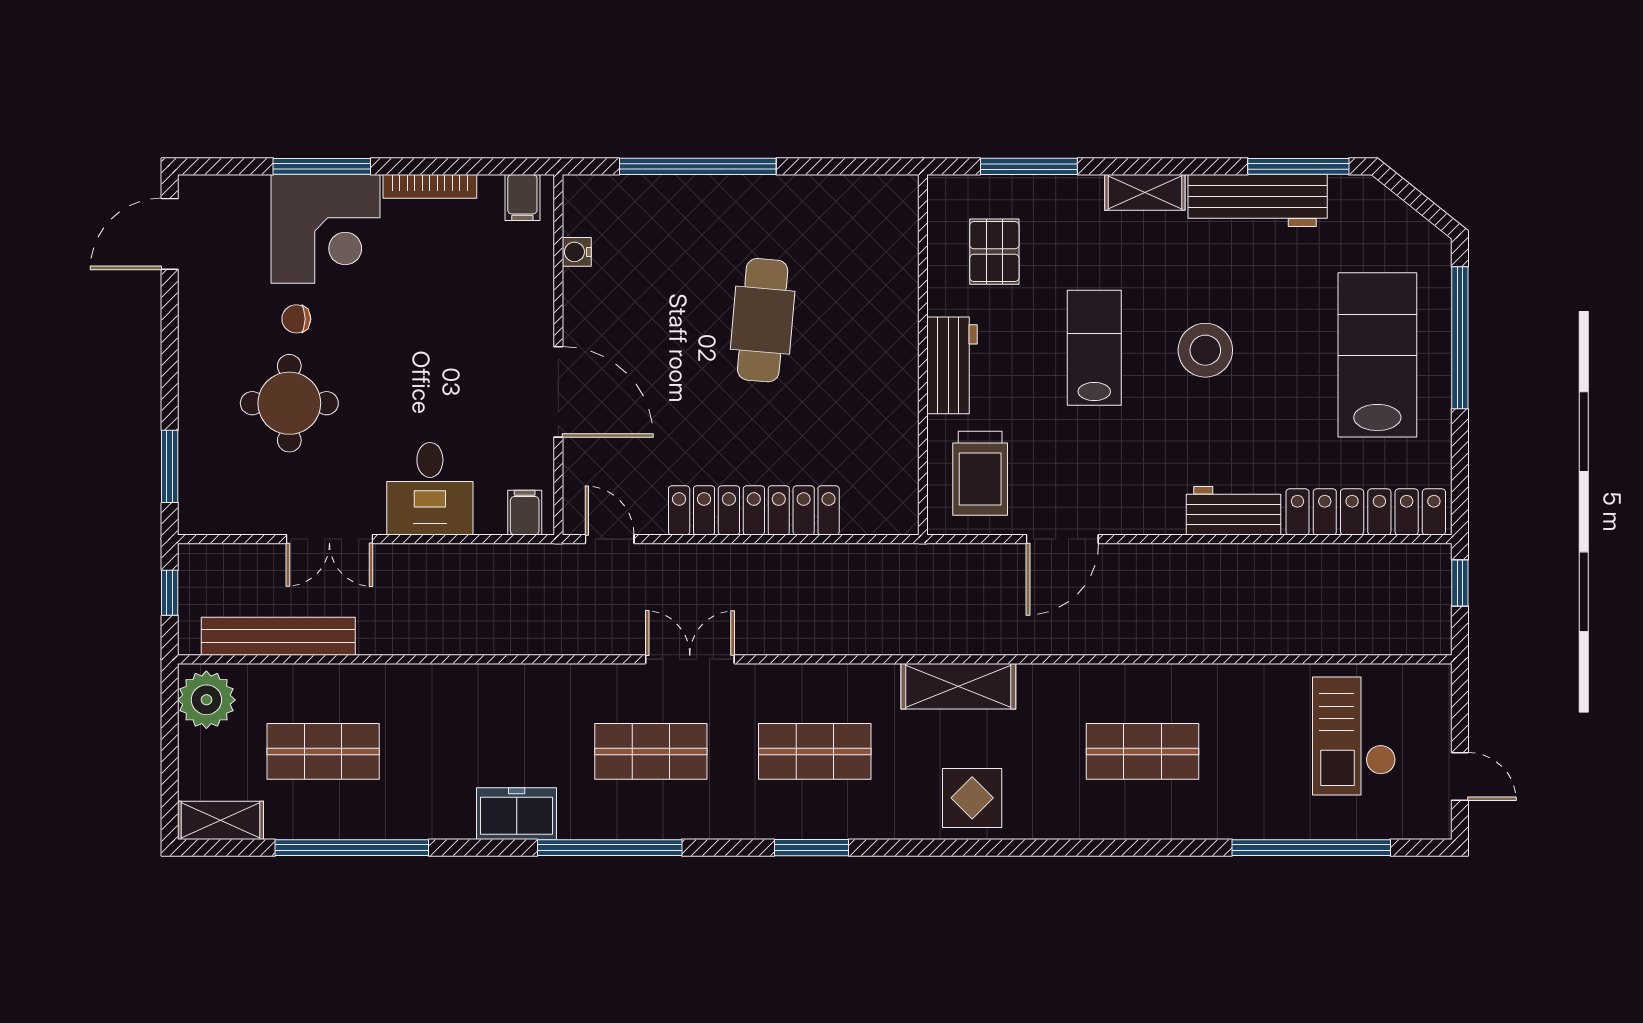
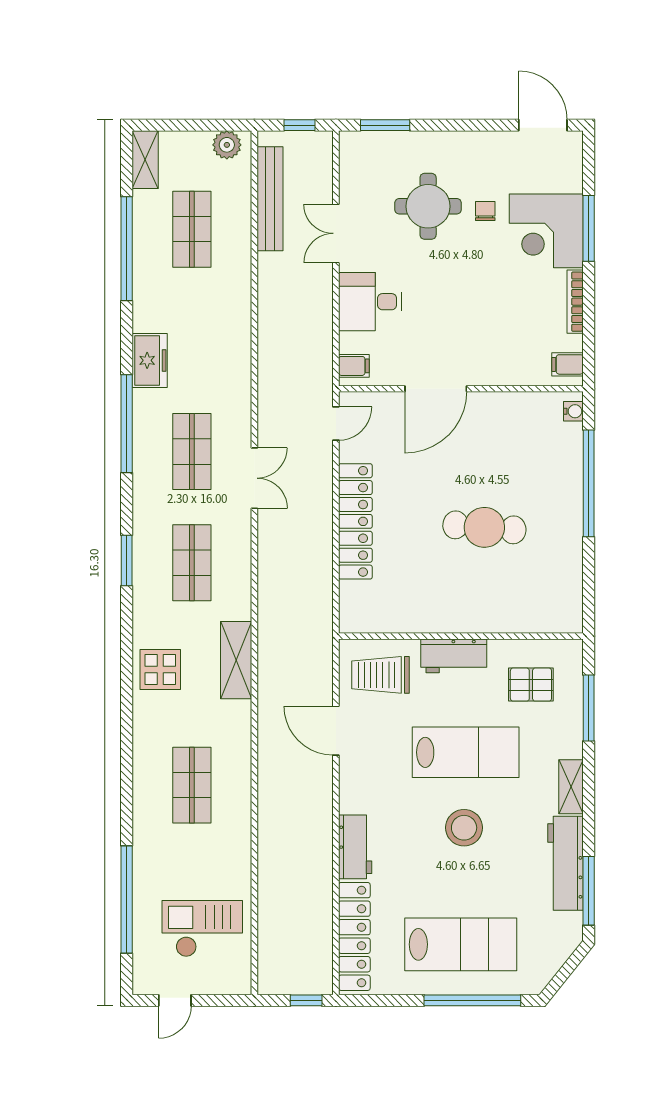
water cooler: (577, 252) -> (573, 411), moved, turned 90
lab bench: (1094, 348) -> (466, 752), width x1.36, depth x1.39
plant: (206, 700) -> (227, 145), width x0.73, depth x0.73

